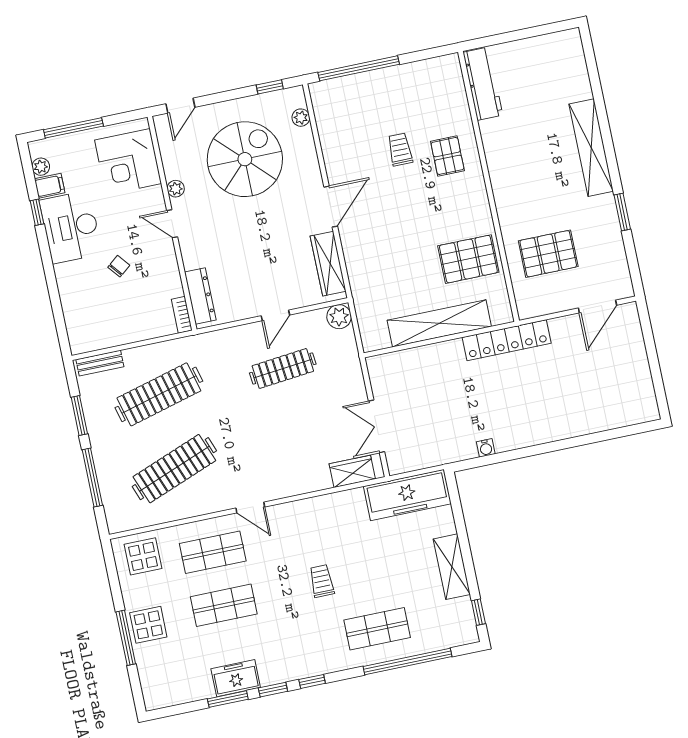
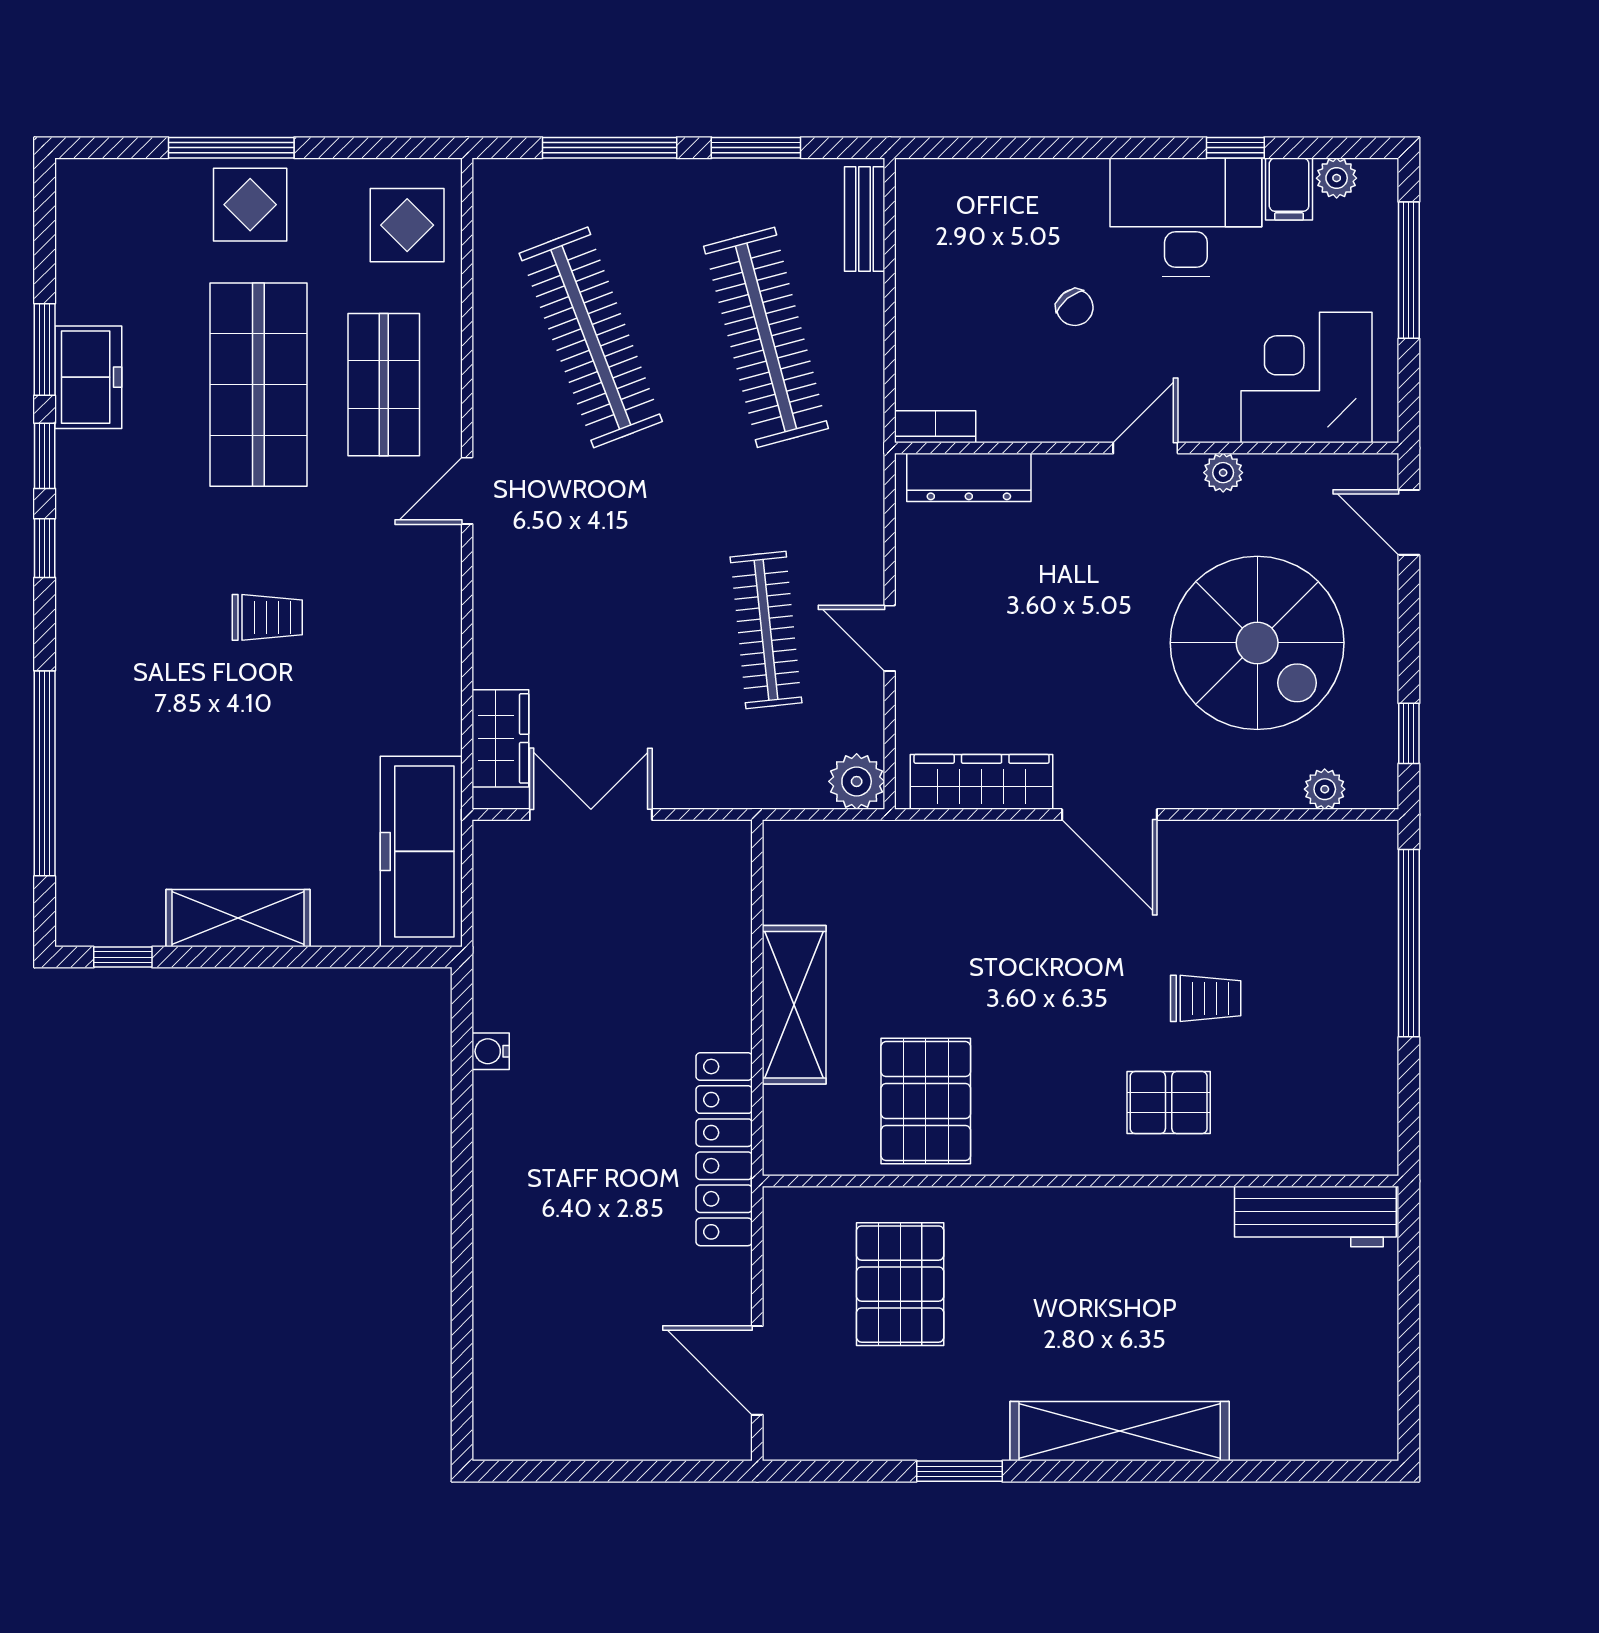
shelving: (439, 323) -> (794, 1005), width x0.68
shop shelf: (224, 605) -> (258, 385), width x1.43, depth x1.36
shop shelf: (377, 629) -> (133, 720), removed

